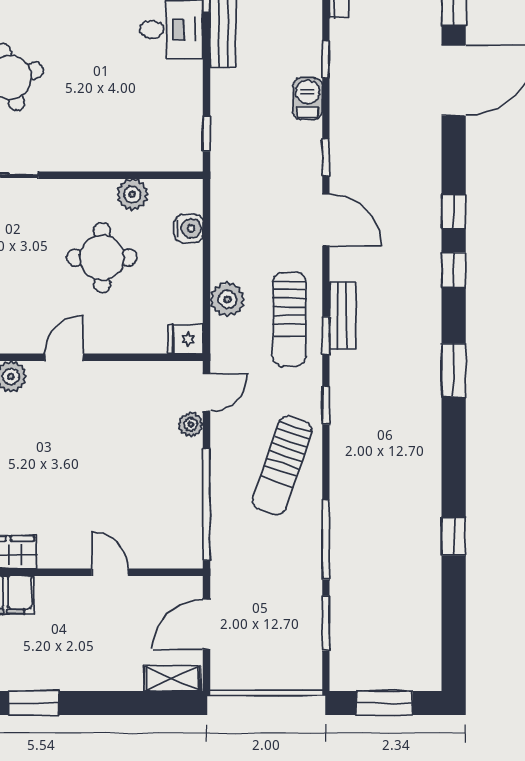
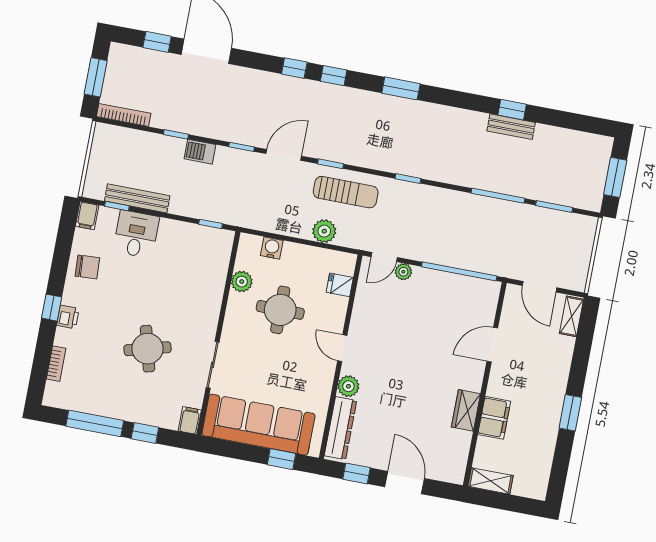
bench: (342, 316) -> (511, 127), moved
window: (326, 336) -> (331, 164), moved
fridge: (185, 339) -> (340, 285), moved, turned 90
door: (206, 392) -> (384, 257), swing flipped
sun lounger: (282, 465) -> (443, 216), removed
door: (110, 572) -> (492, 345), width x1.38

